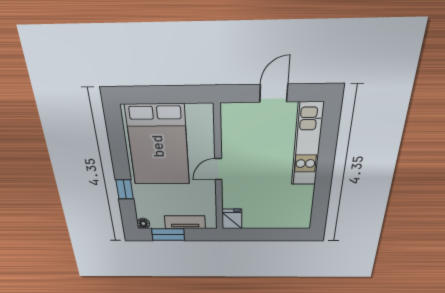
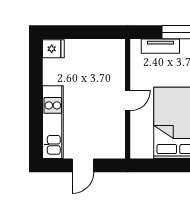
fridge: (232, 219) -> (53, 49), moved, turned -90

